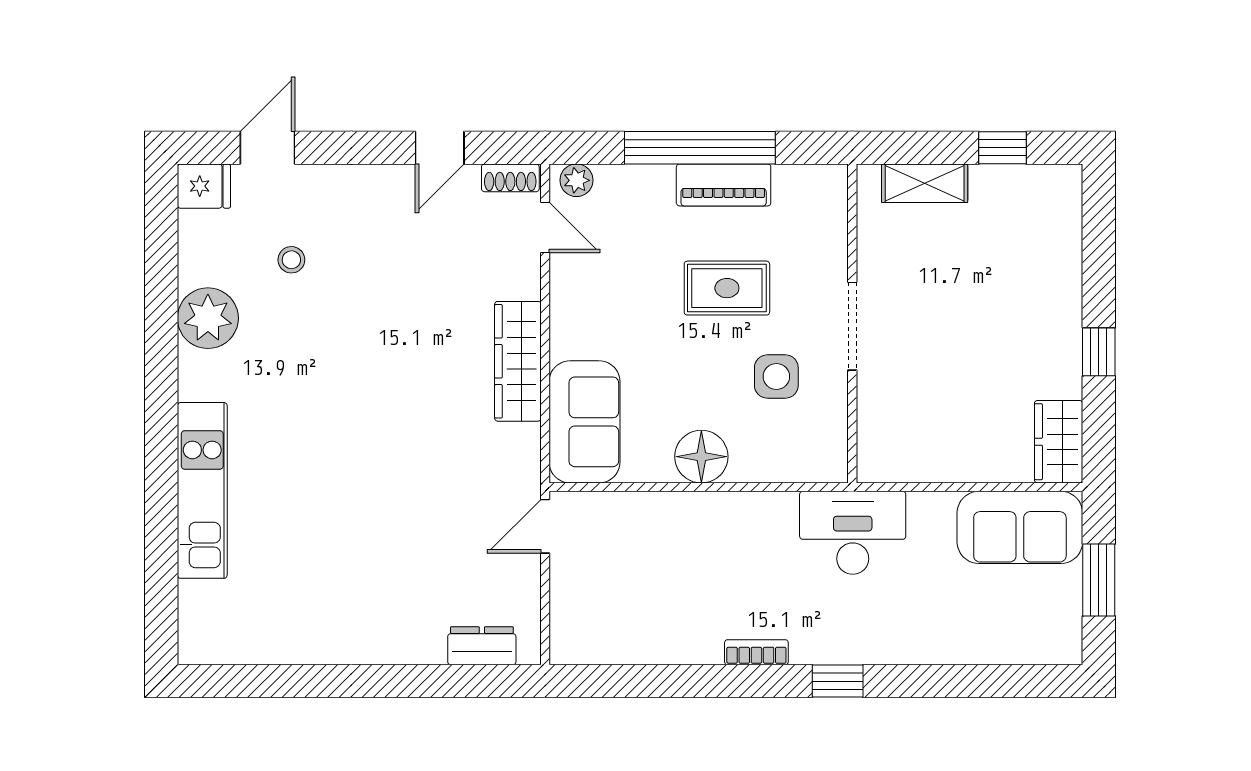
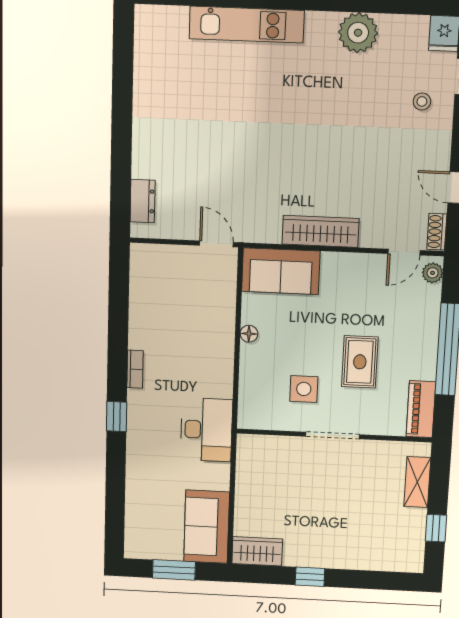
piano: (724, 185) -> (421, 409), moved
stool: (291, 260) -> (422, 101), moved
floor lamp: (701, 457) -> (249, 334), width x0.53, depth x0.53

